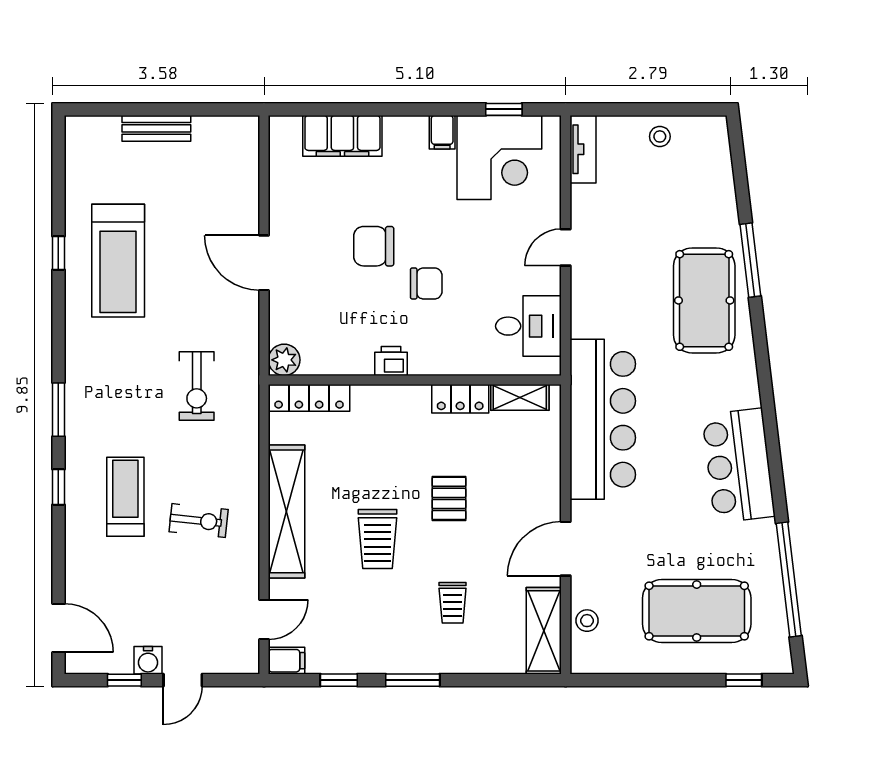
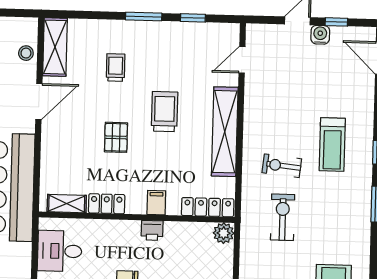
exercise bike: (199, 521) -> (282, 166), moved
filing cabinet: (286, 661) -> (156, 203), moved, turned 90

